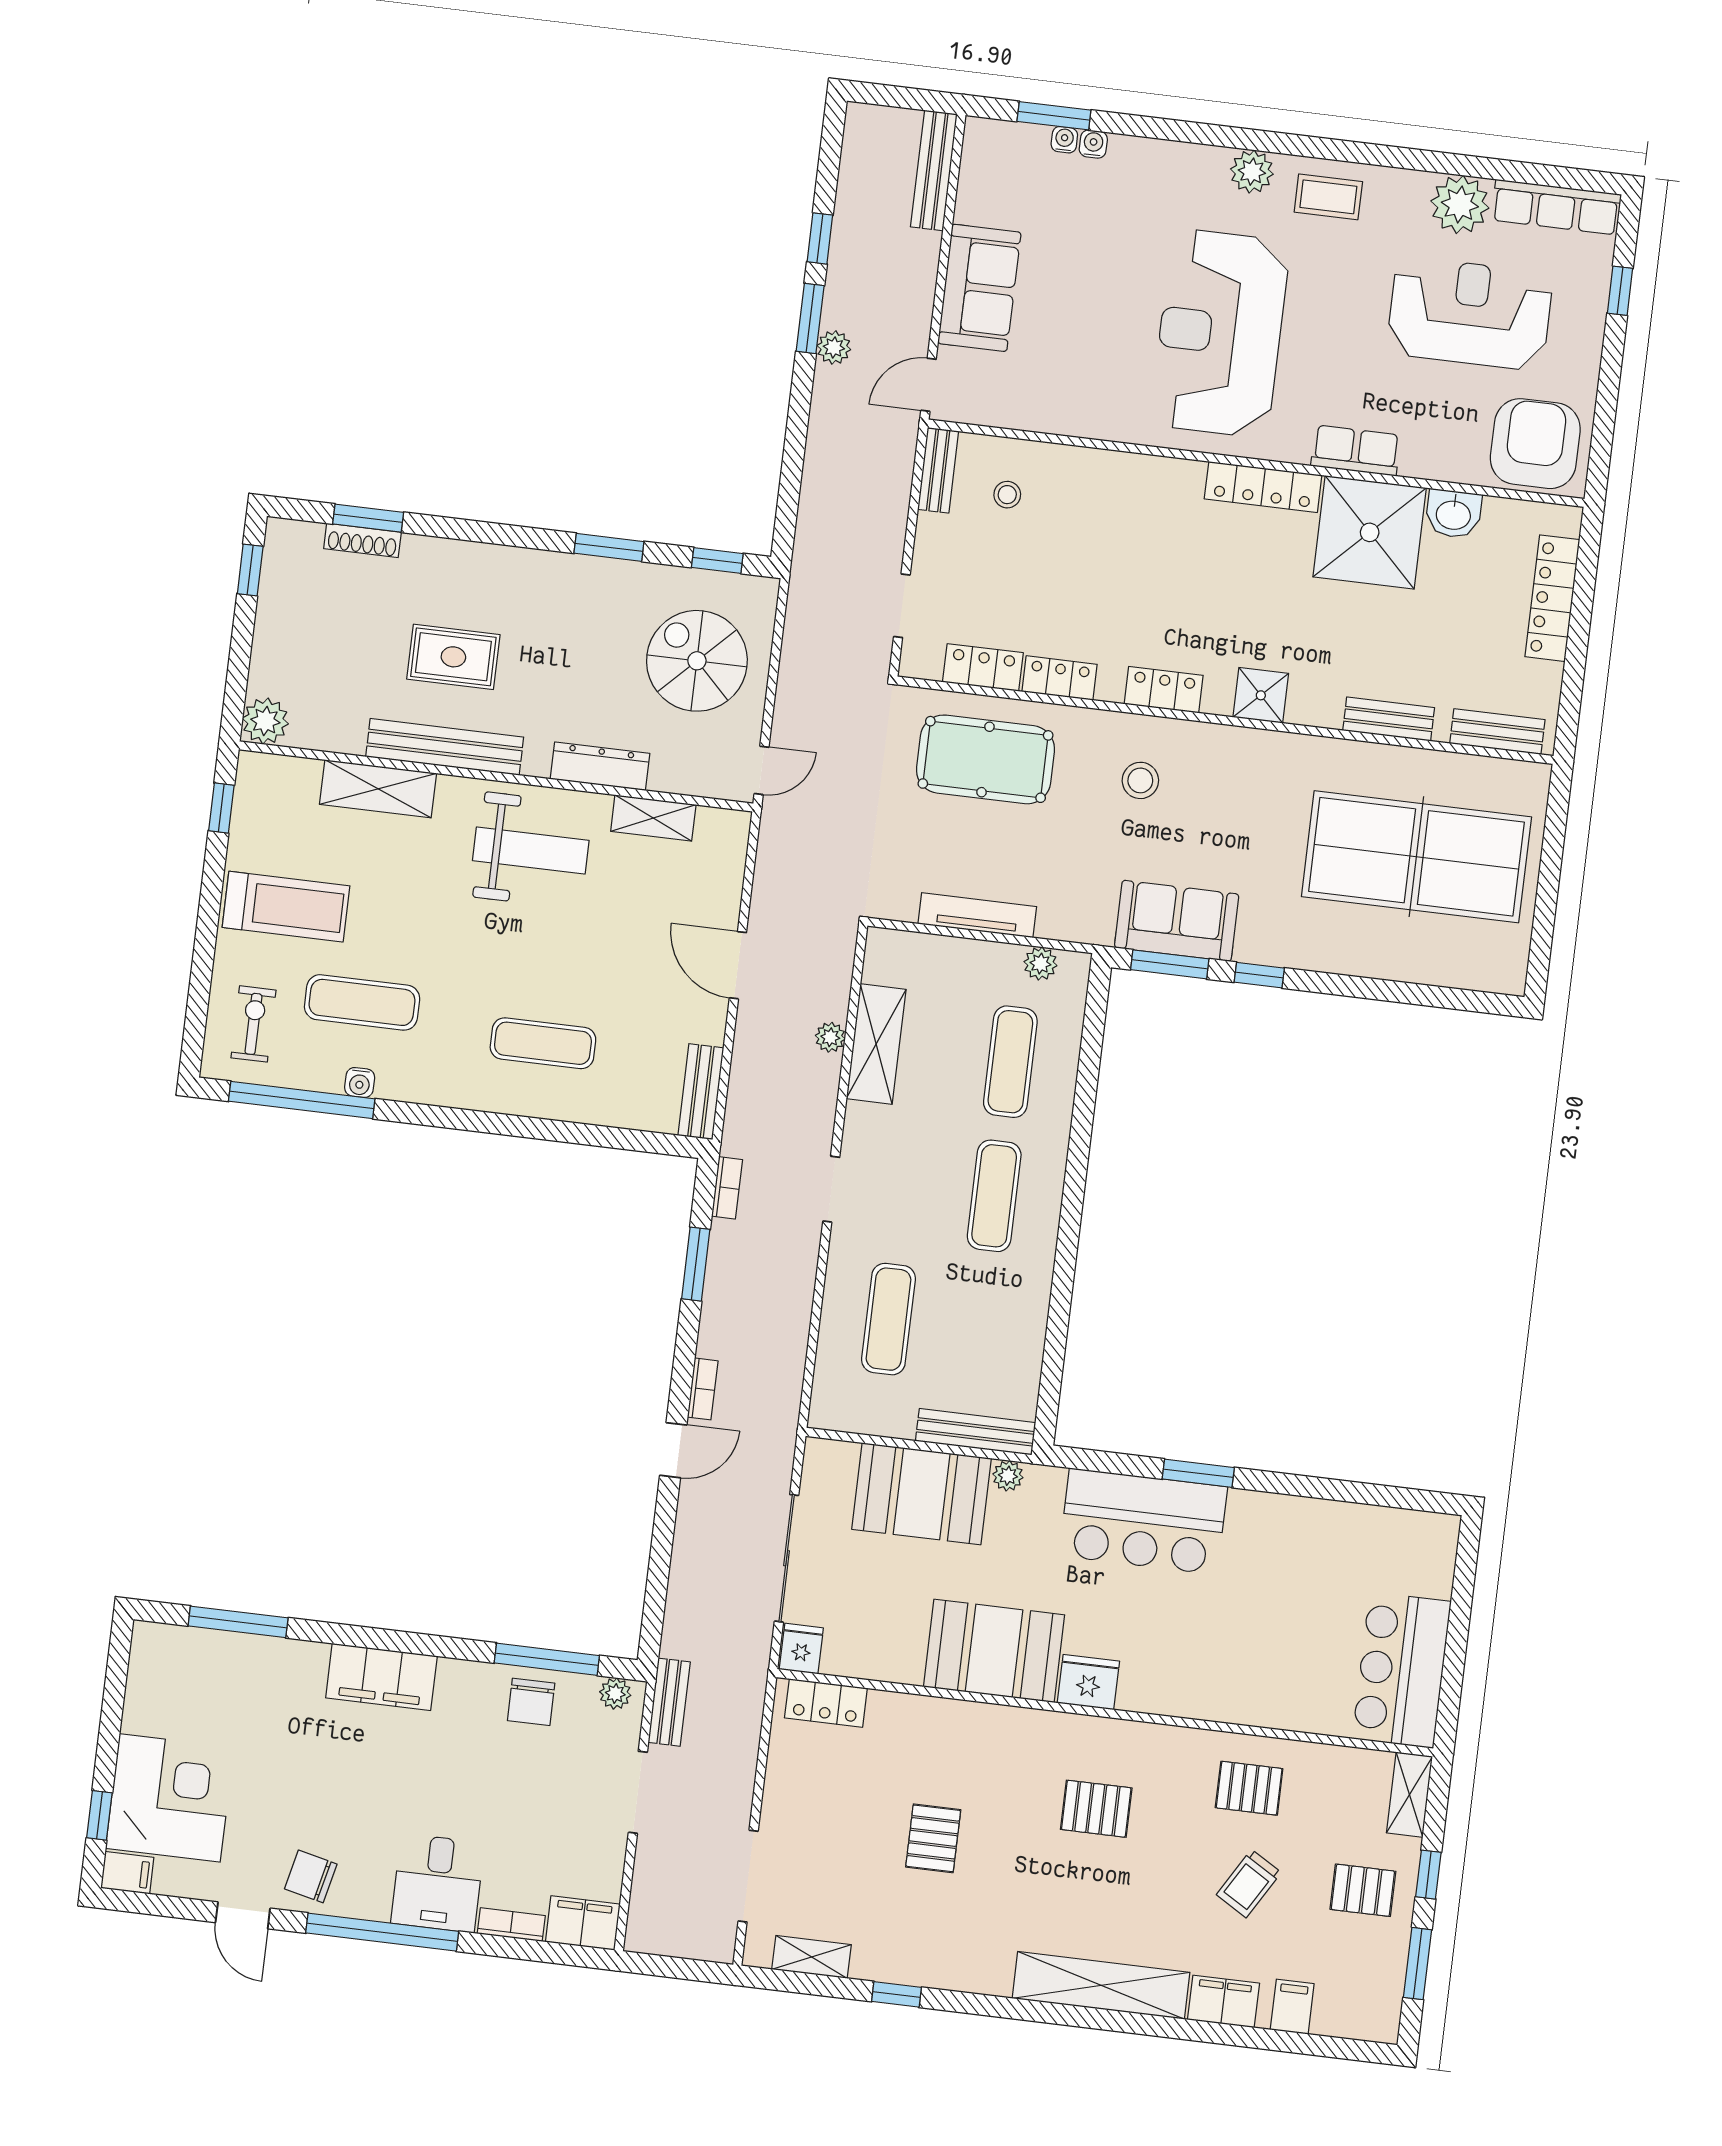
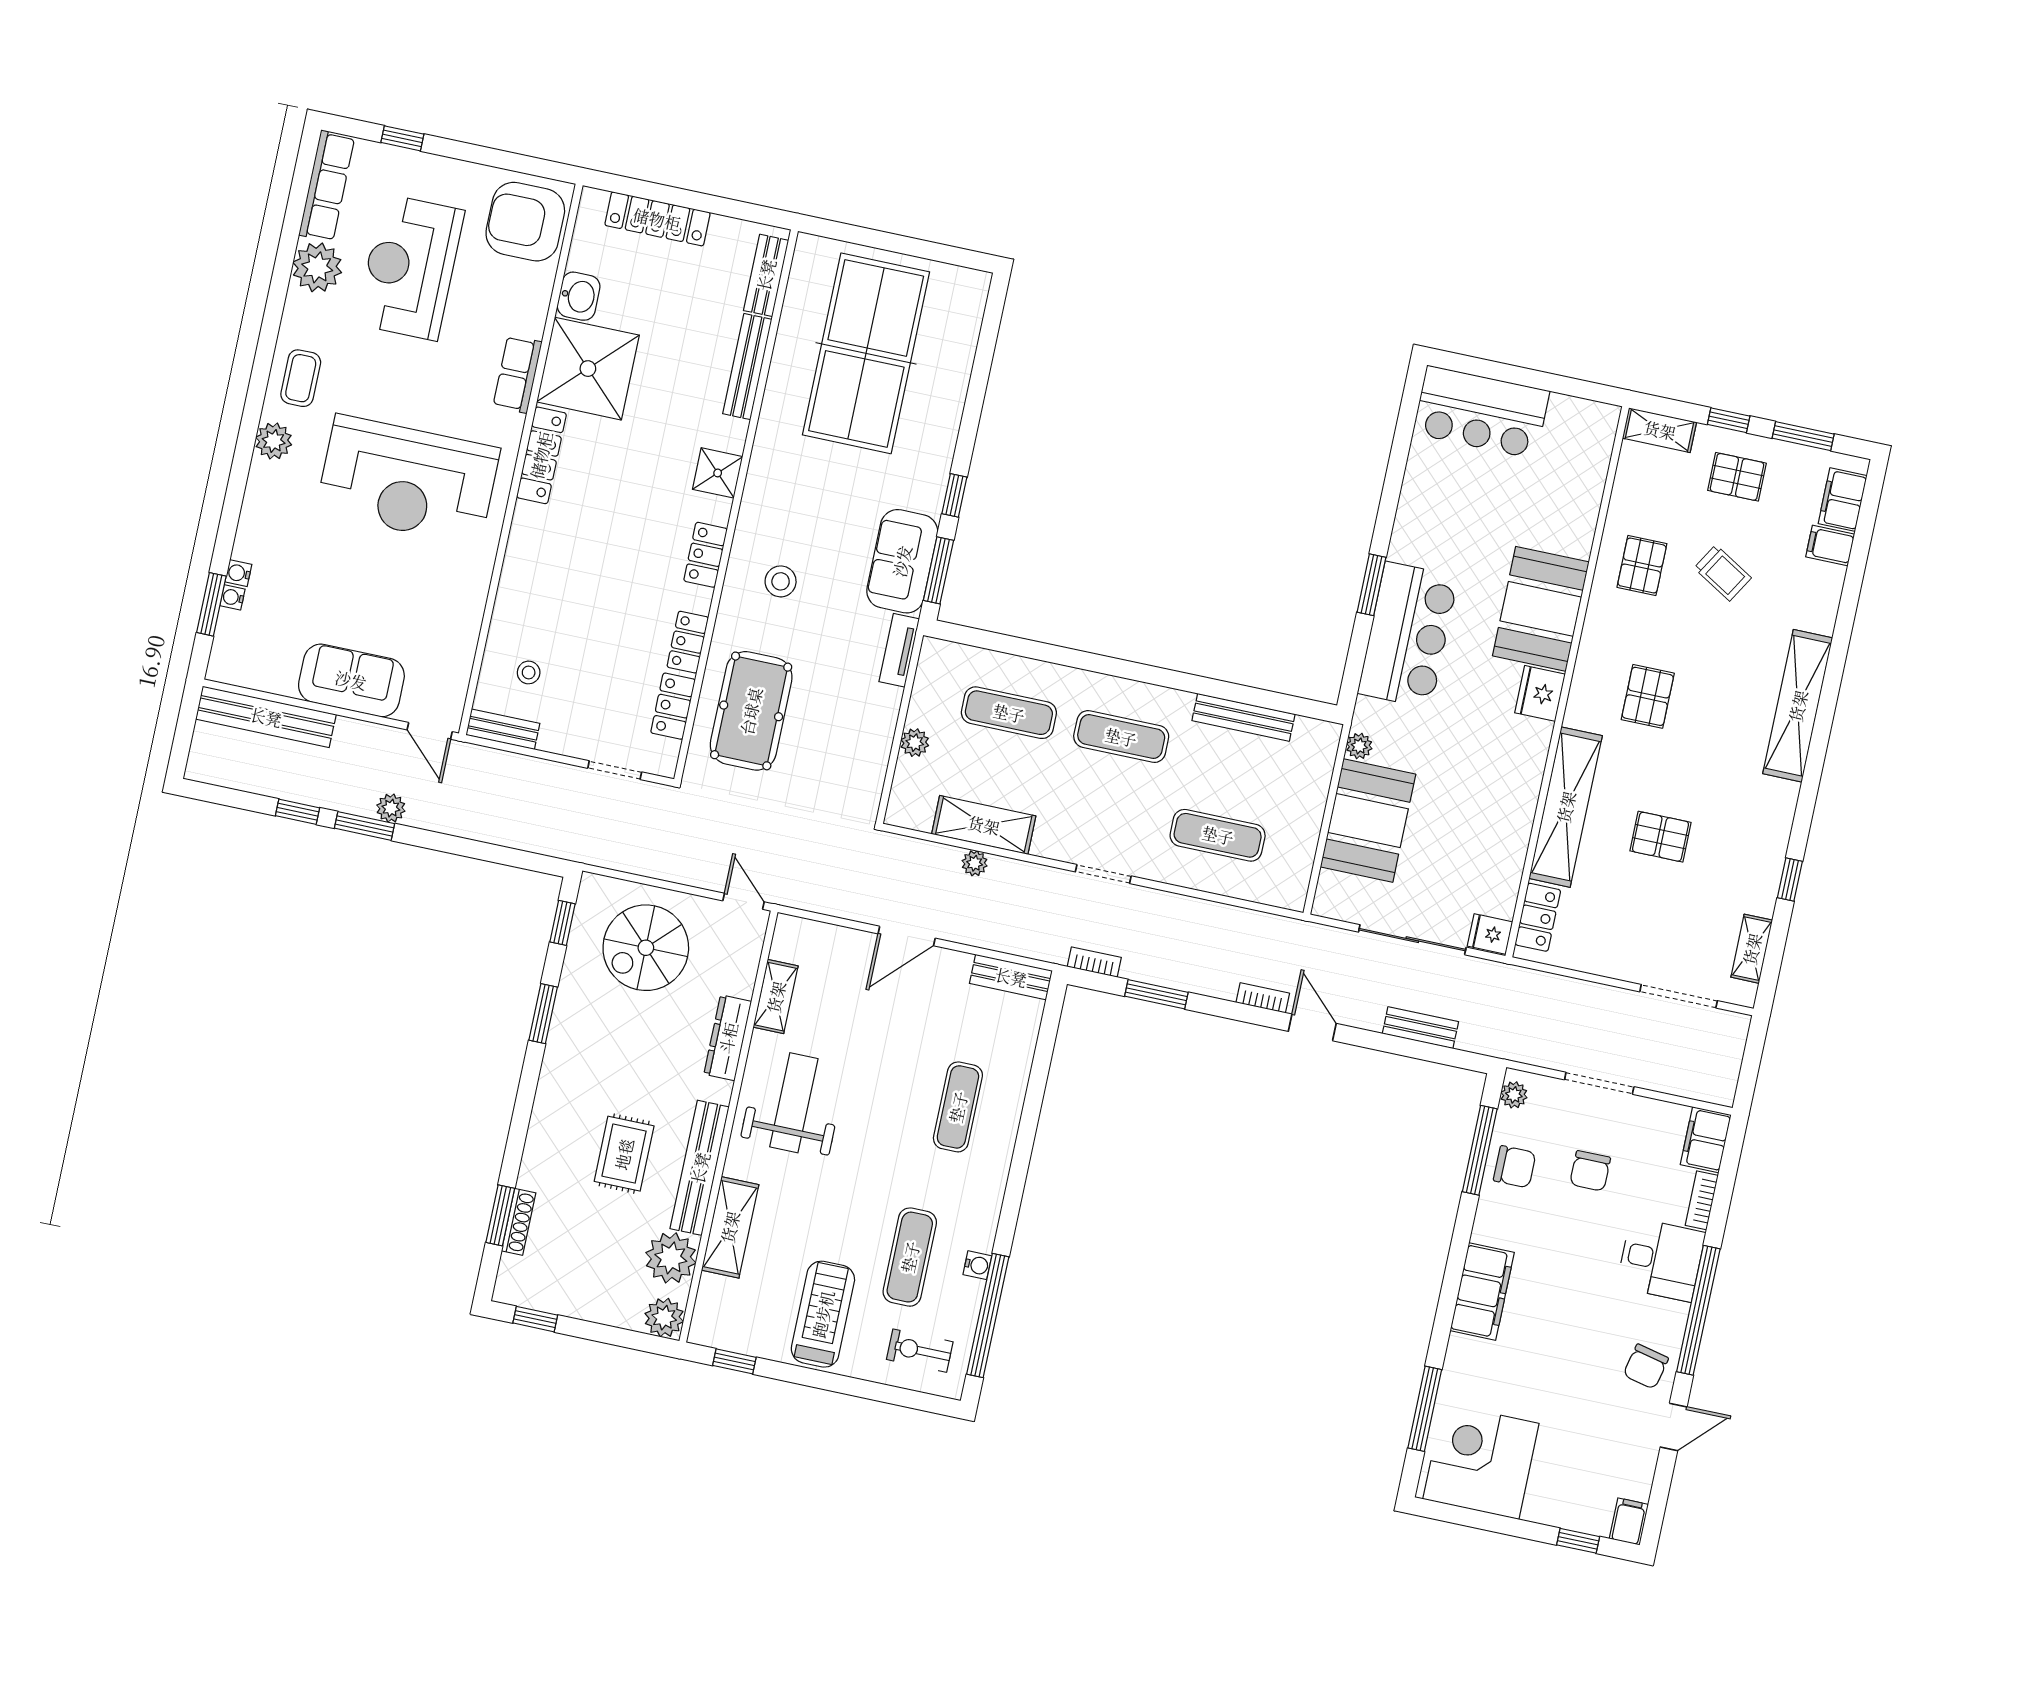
bench: (934, 170) -> (266, 717), width x1.37, depth x1.21
bench: (1389, 719) -> (747, 367), width x1.36
plant: (336, 723) -> (671, 1258), added
tv unit: (977, 915) -> (899, 650), moved, width x0.71
plant: (1040, 964) -> (915, 743), moved
bench: (976, 1432) -> (1244, 717), moved, turned 90
booth: (994, 1651) -> (1541, 609), moved
bar counter: (1402, 1670) -> (1481, 412), moved
bench: (669, 1702) -> (1420, 1028), moved
shelving: (958, 1724) -> (1566, 807), added
chair: (534, 1791) -> (1590, 1171), added
corner desk: (170, 1798) -> (1481, 1461), moved
pallet: (1363, 1890) -> (1737, 477), turned 90
filing cabinet: (1223, 2001) -> (1843, 500), moved

